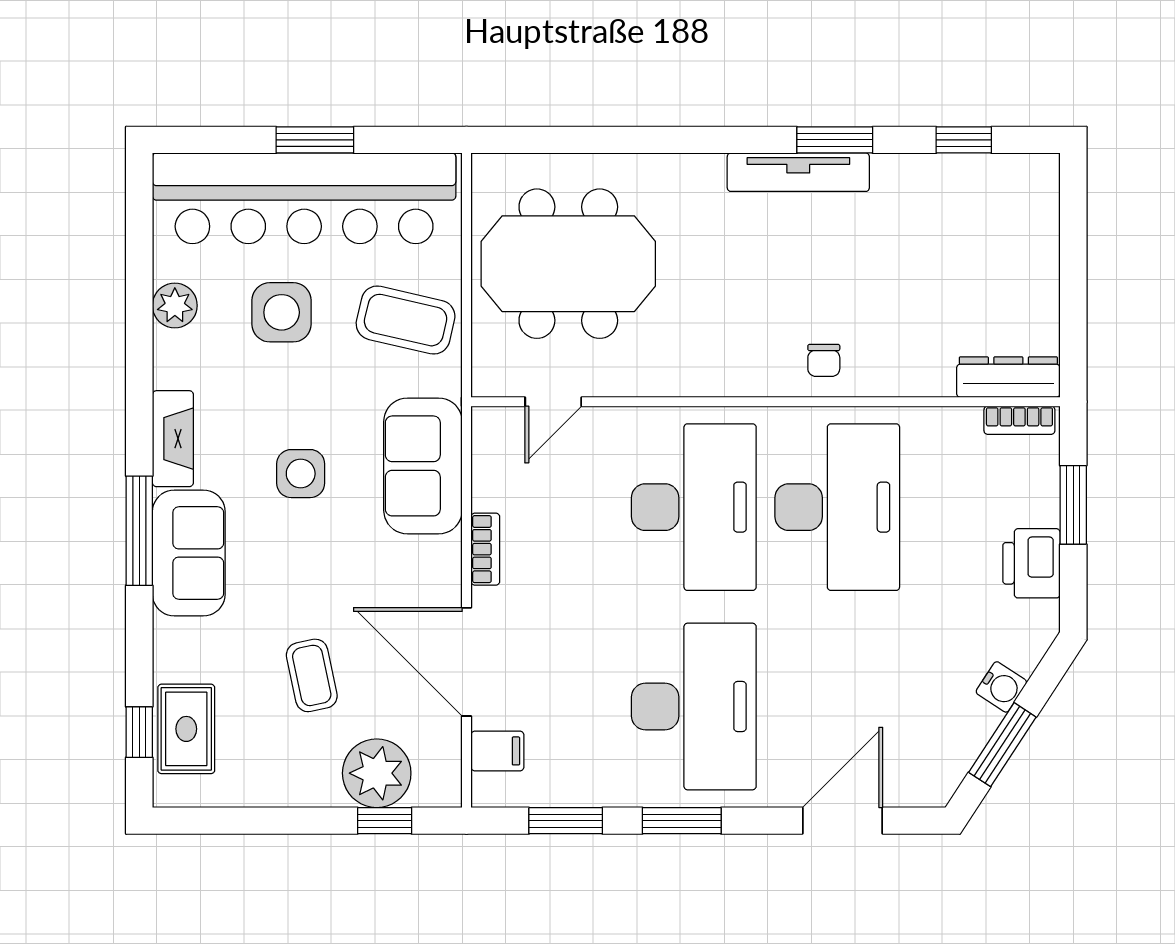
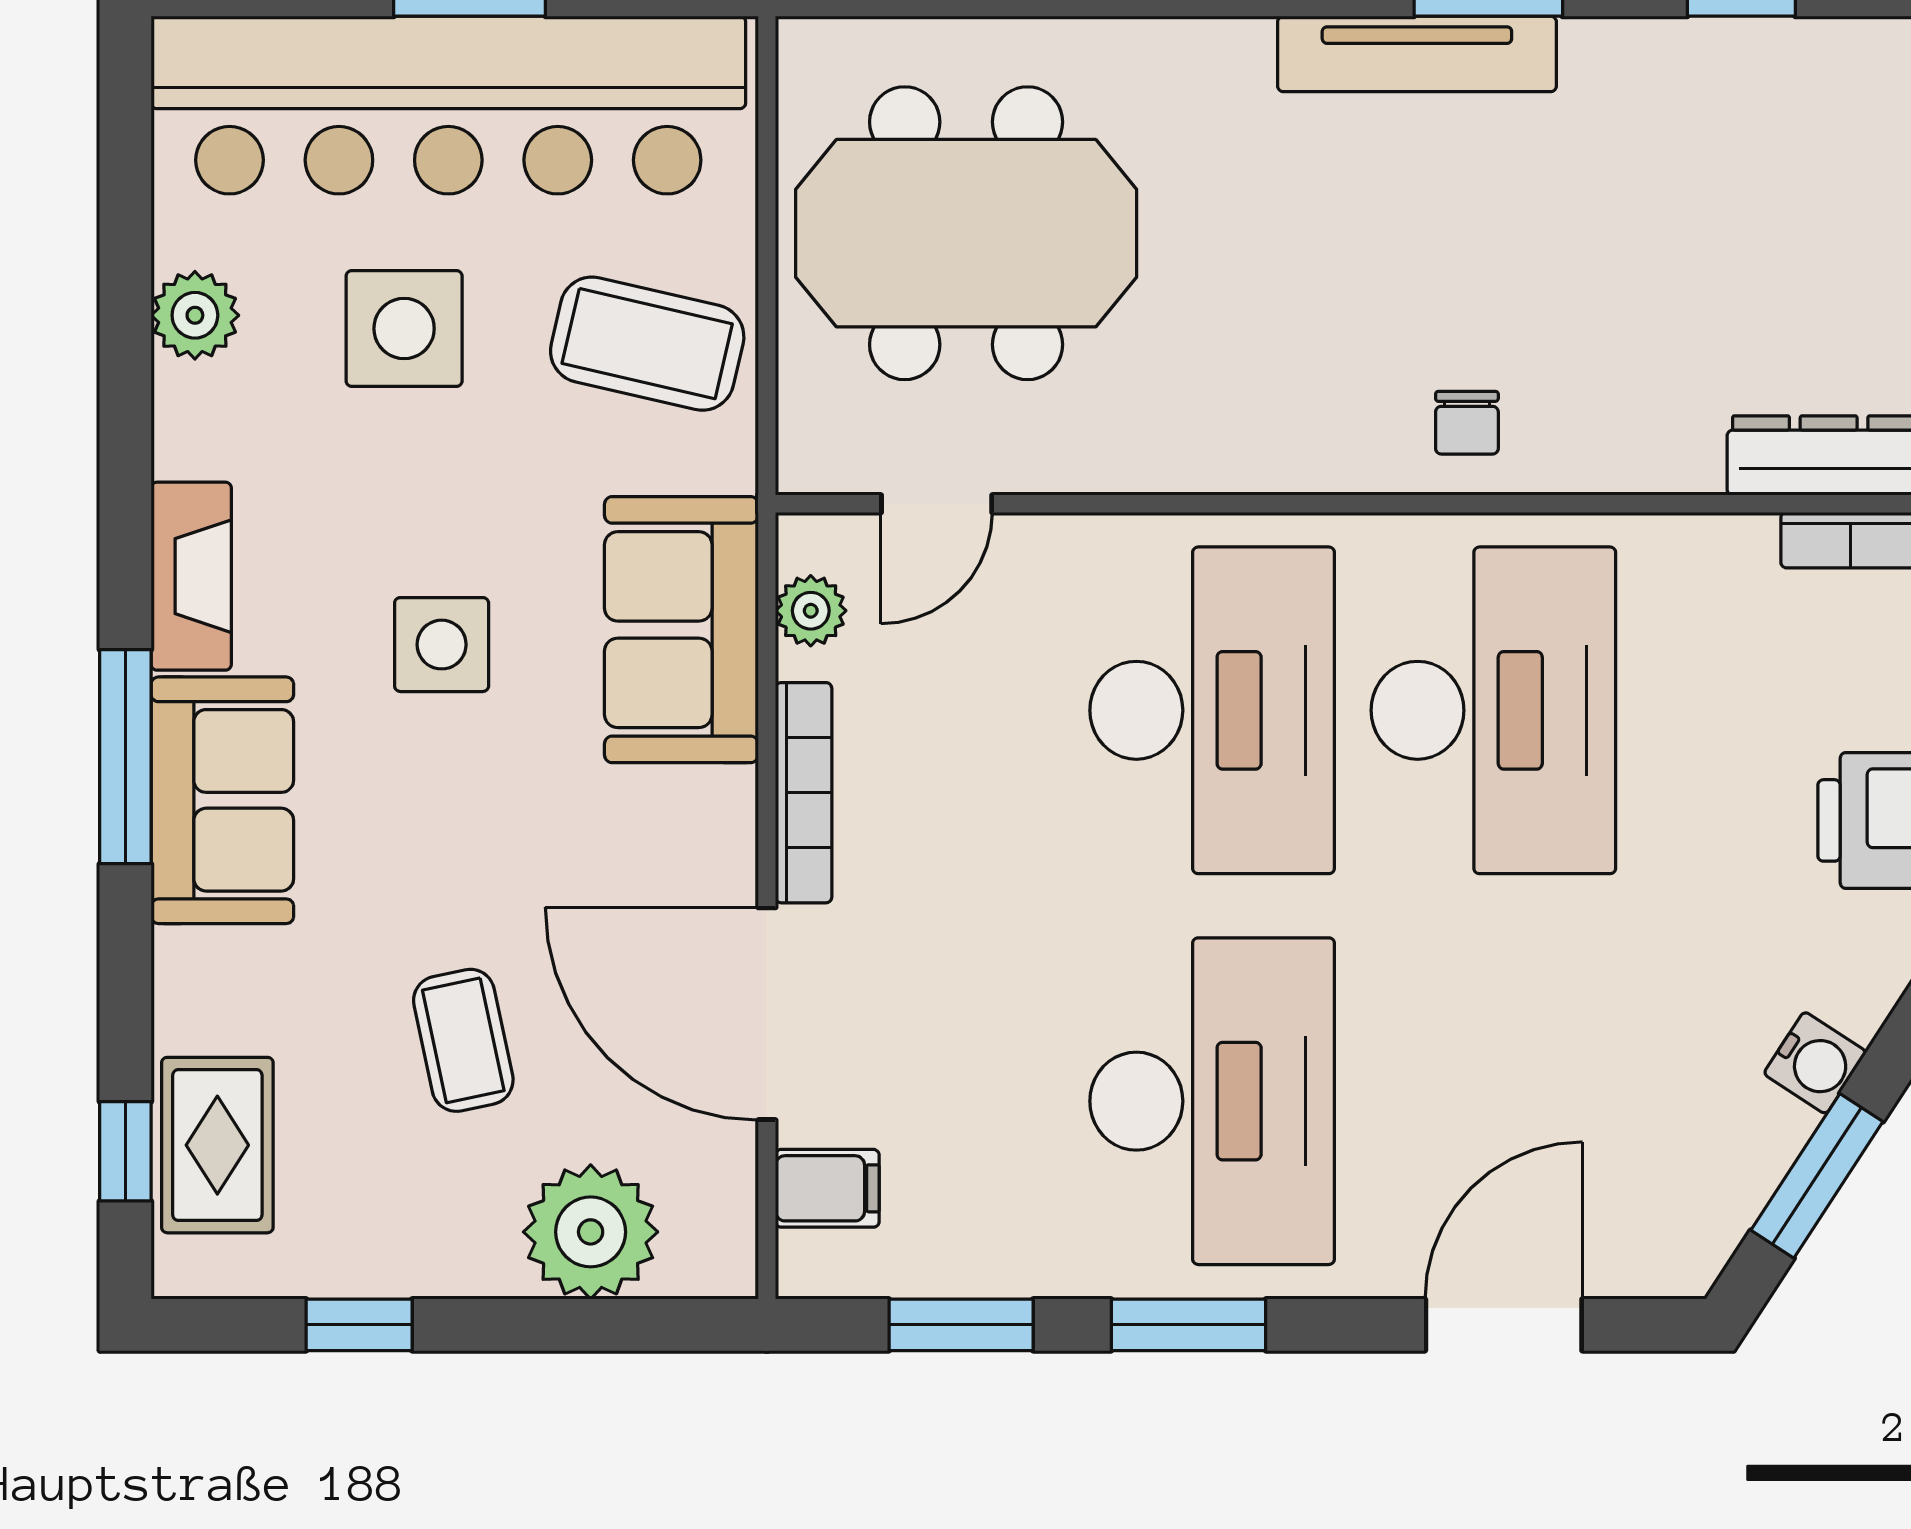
plant: (489, 456) -> (811, 611), added
bookcase: (485, 549) -> (804, 793), width x1.56
window: (385, 821) -> (359, 1325), moved

